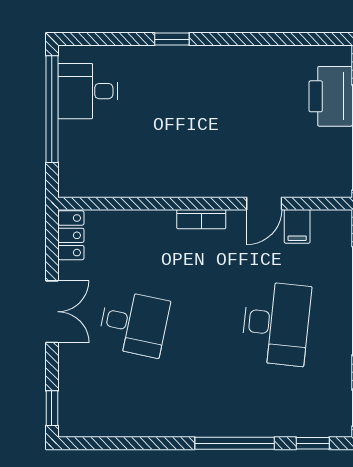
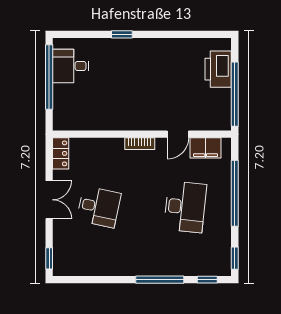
filing cabinet: (297, 226) -> (206, 148), width x2.00

